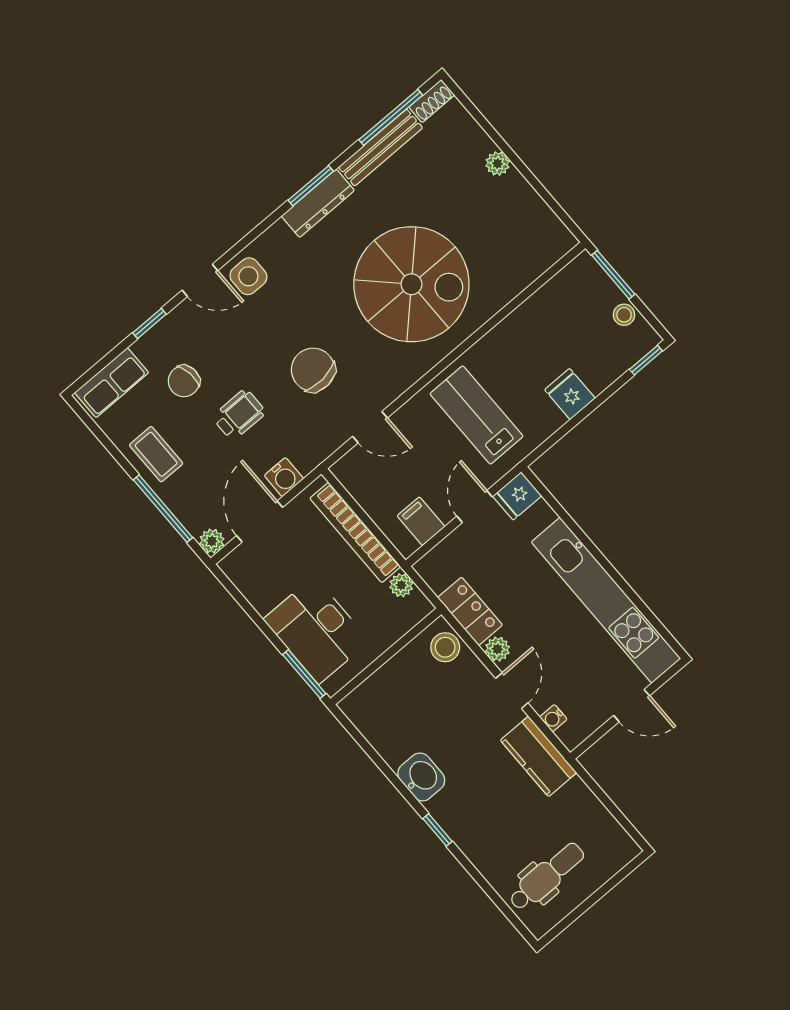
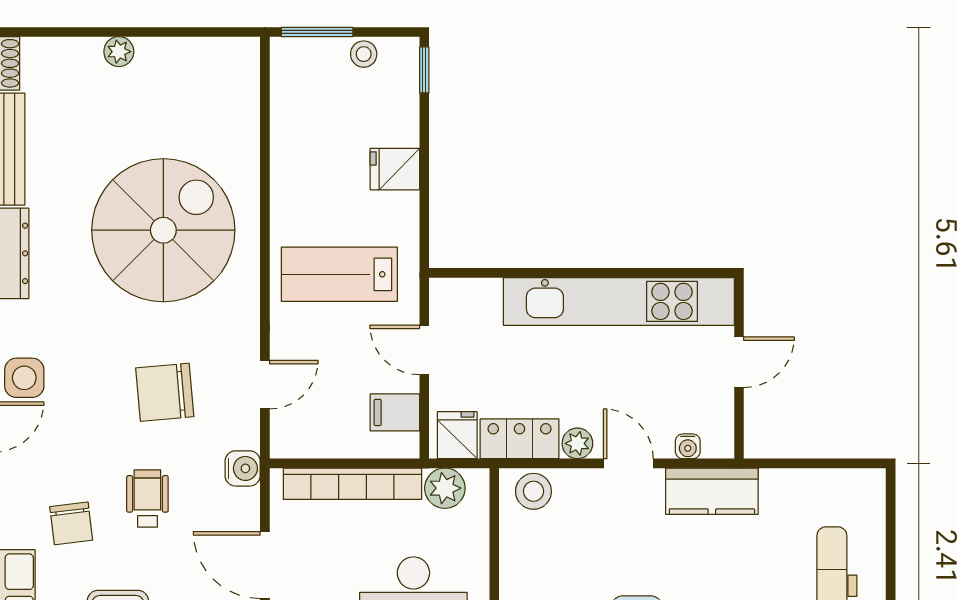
water cooler: (284, 477) -> (243, 468), moved
fridge: (517, 496) -> (457, 435), moved, turned 180
plant: (401, 585) -> (445, 488), width x1.38, depth x1.38

